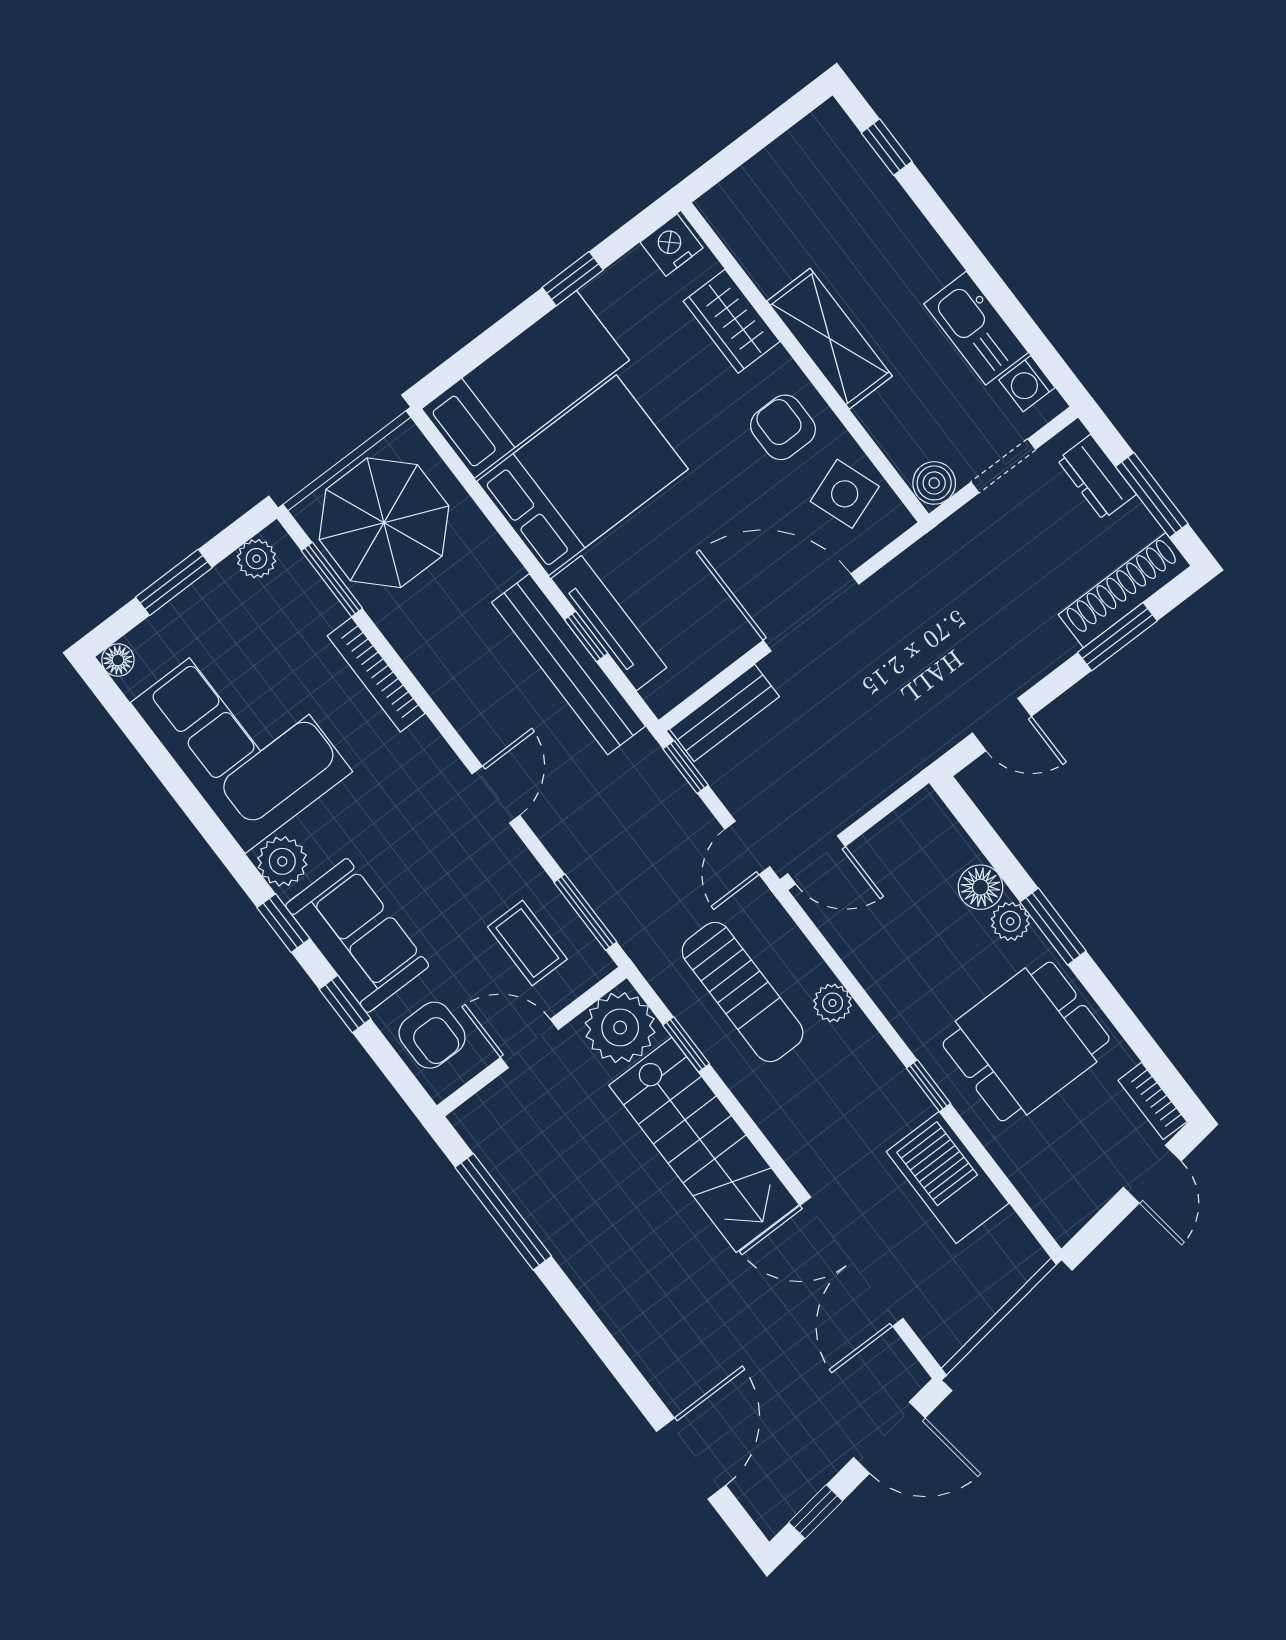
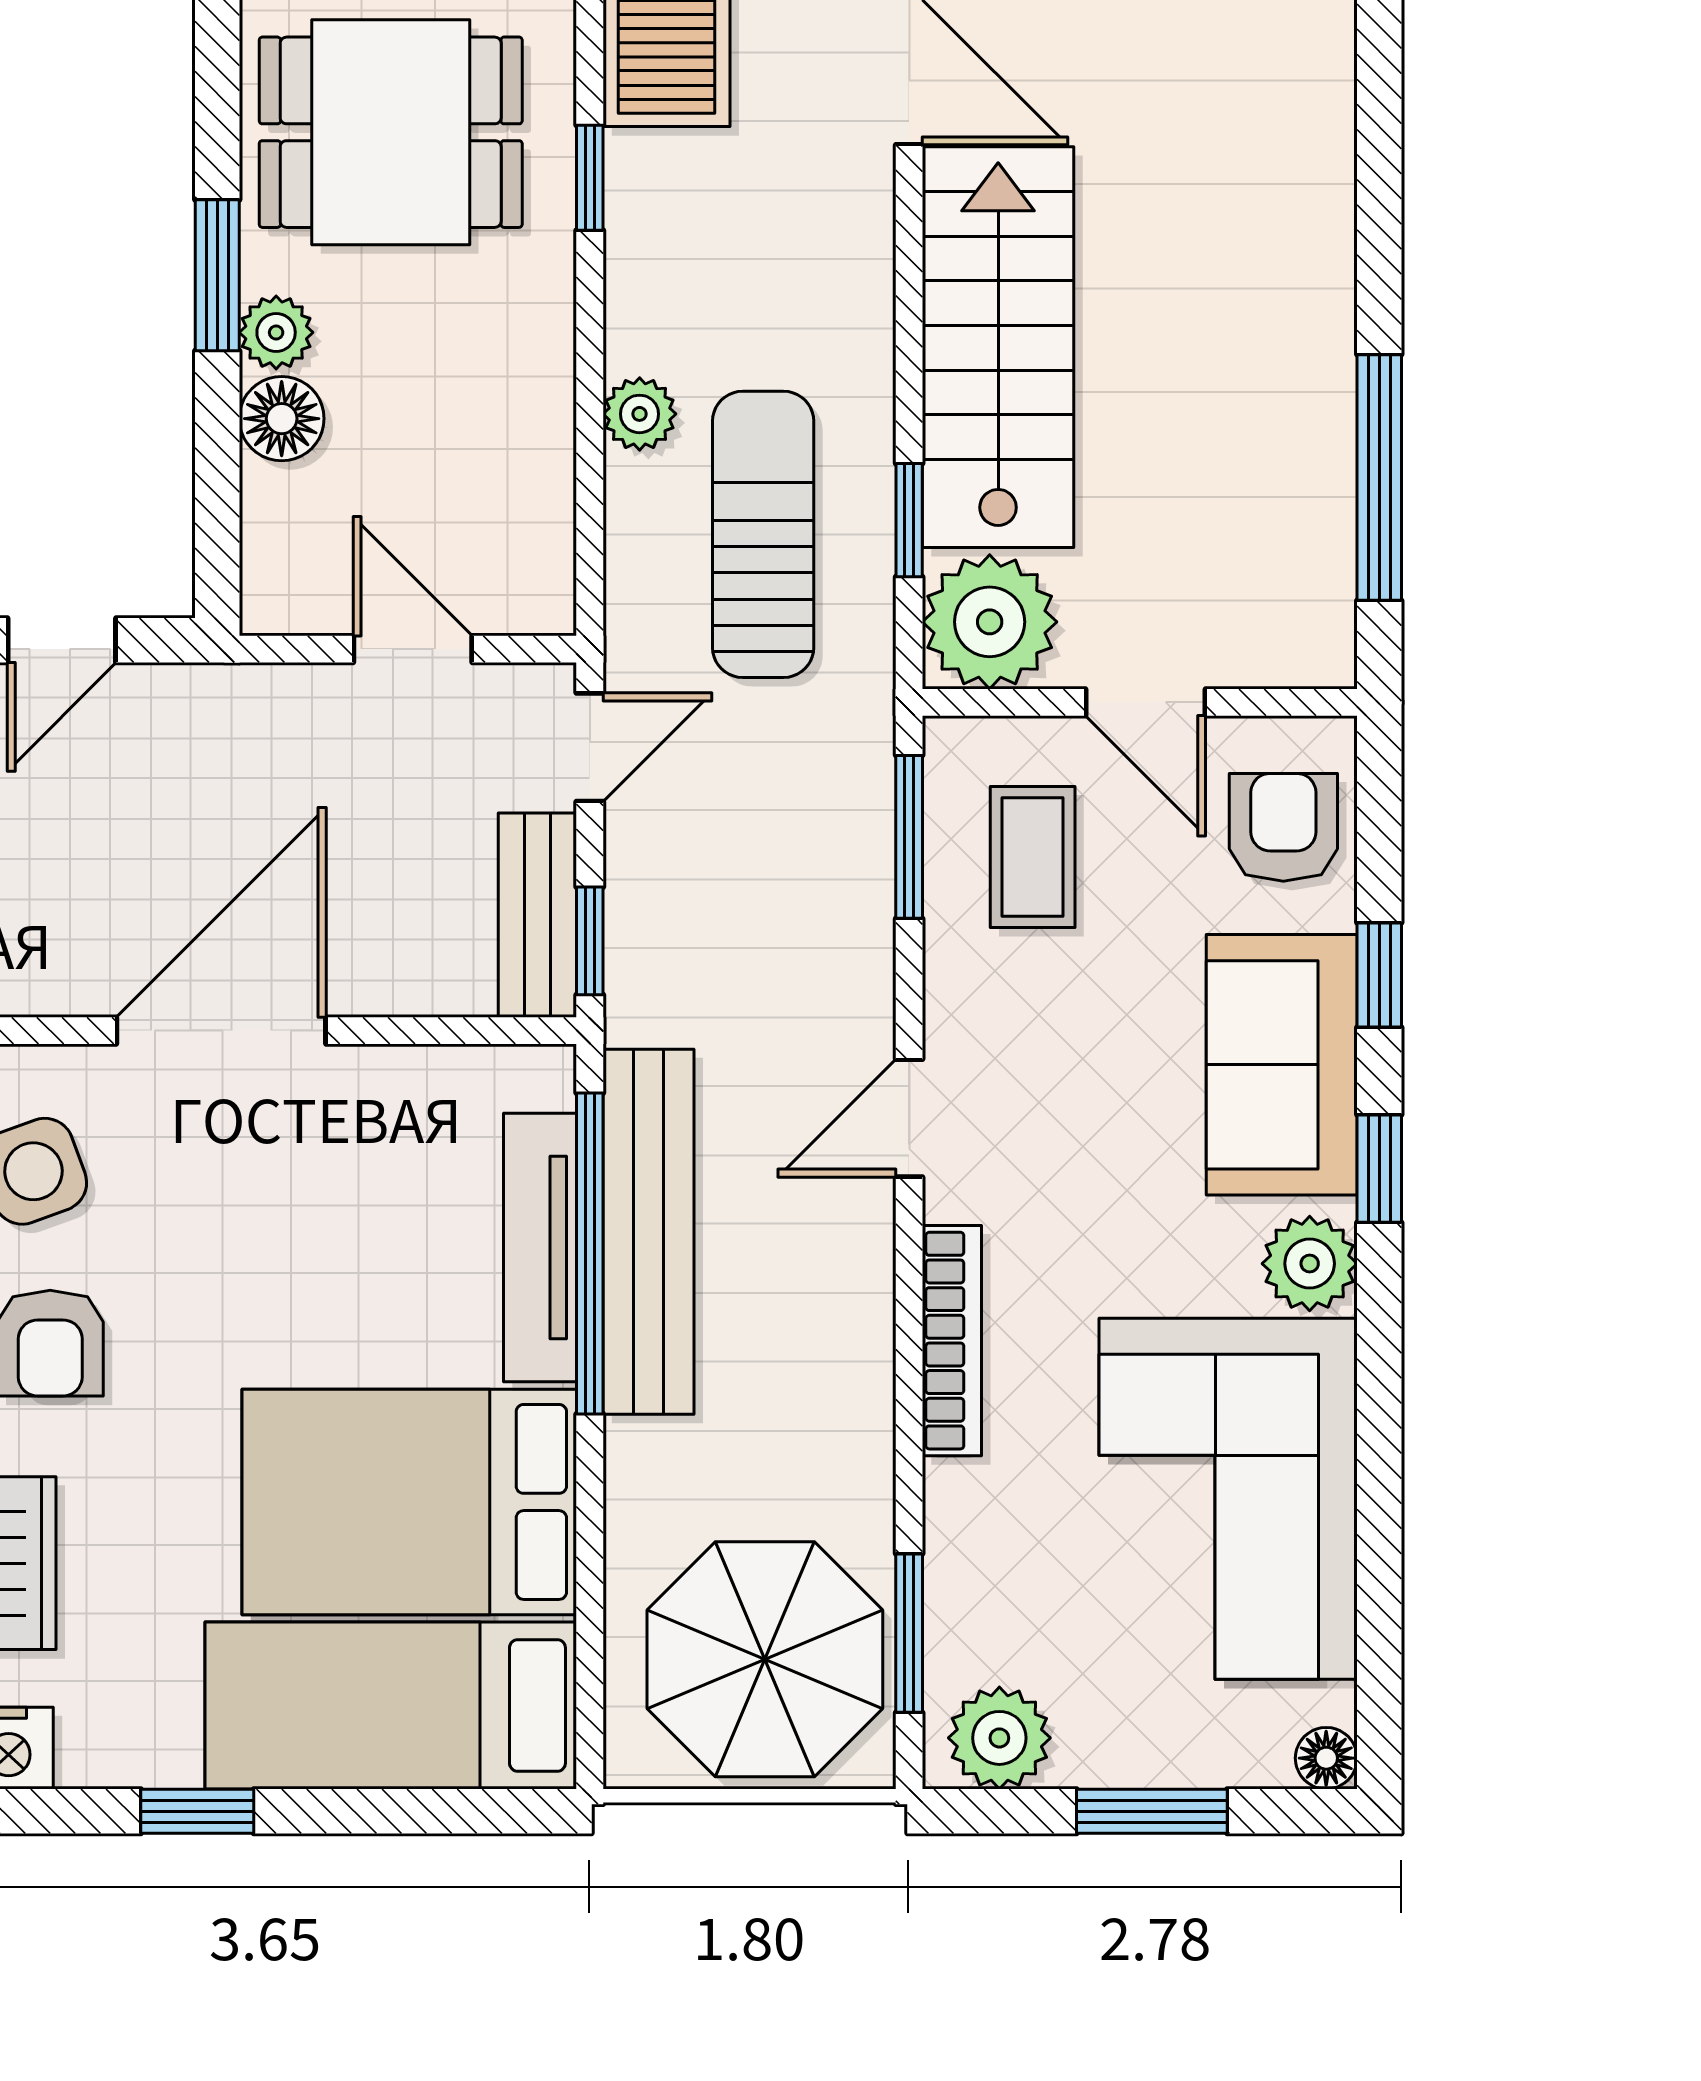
plant: (256, 559) -> (999, 1738), width x1.38, depth x1.38
door: (811, 612) -> (221, 1031), swing flipped
window: (586, 636) -> (590, 1254), width x3.17
bookcase: (376, 675) -> (952, 1341), moved
bench: (724, 713) -> (537, 915), moved, turned 90
door: (1002, 725) -> (62, 640), swing flipped
door: (816, 860) -> (413, 649), moved

